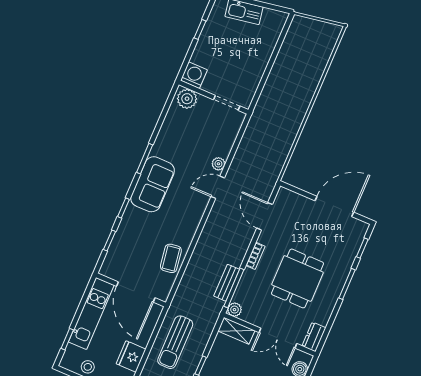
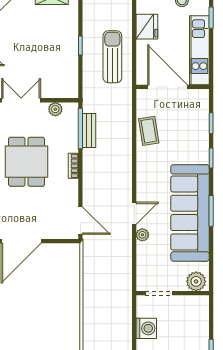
washing machine: (194, 75) -> (146, 328), moved, turned -90
sofa: (153, 184) -> (190, 213), width x1.85, depth x1.27
door: (265, 216) -> (80, 221), moved
plant: (234, 310) -> (55, 109), moved
shelving: (236, 331) -> (62, 91), removed

